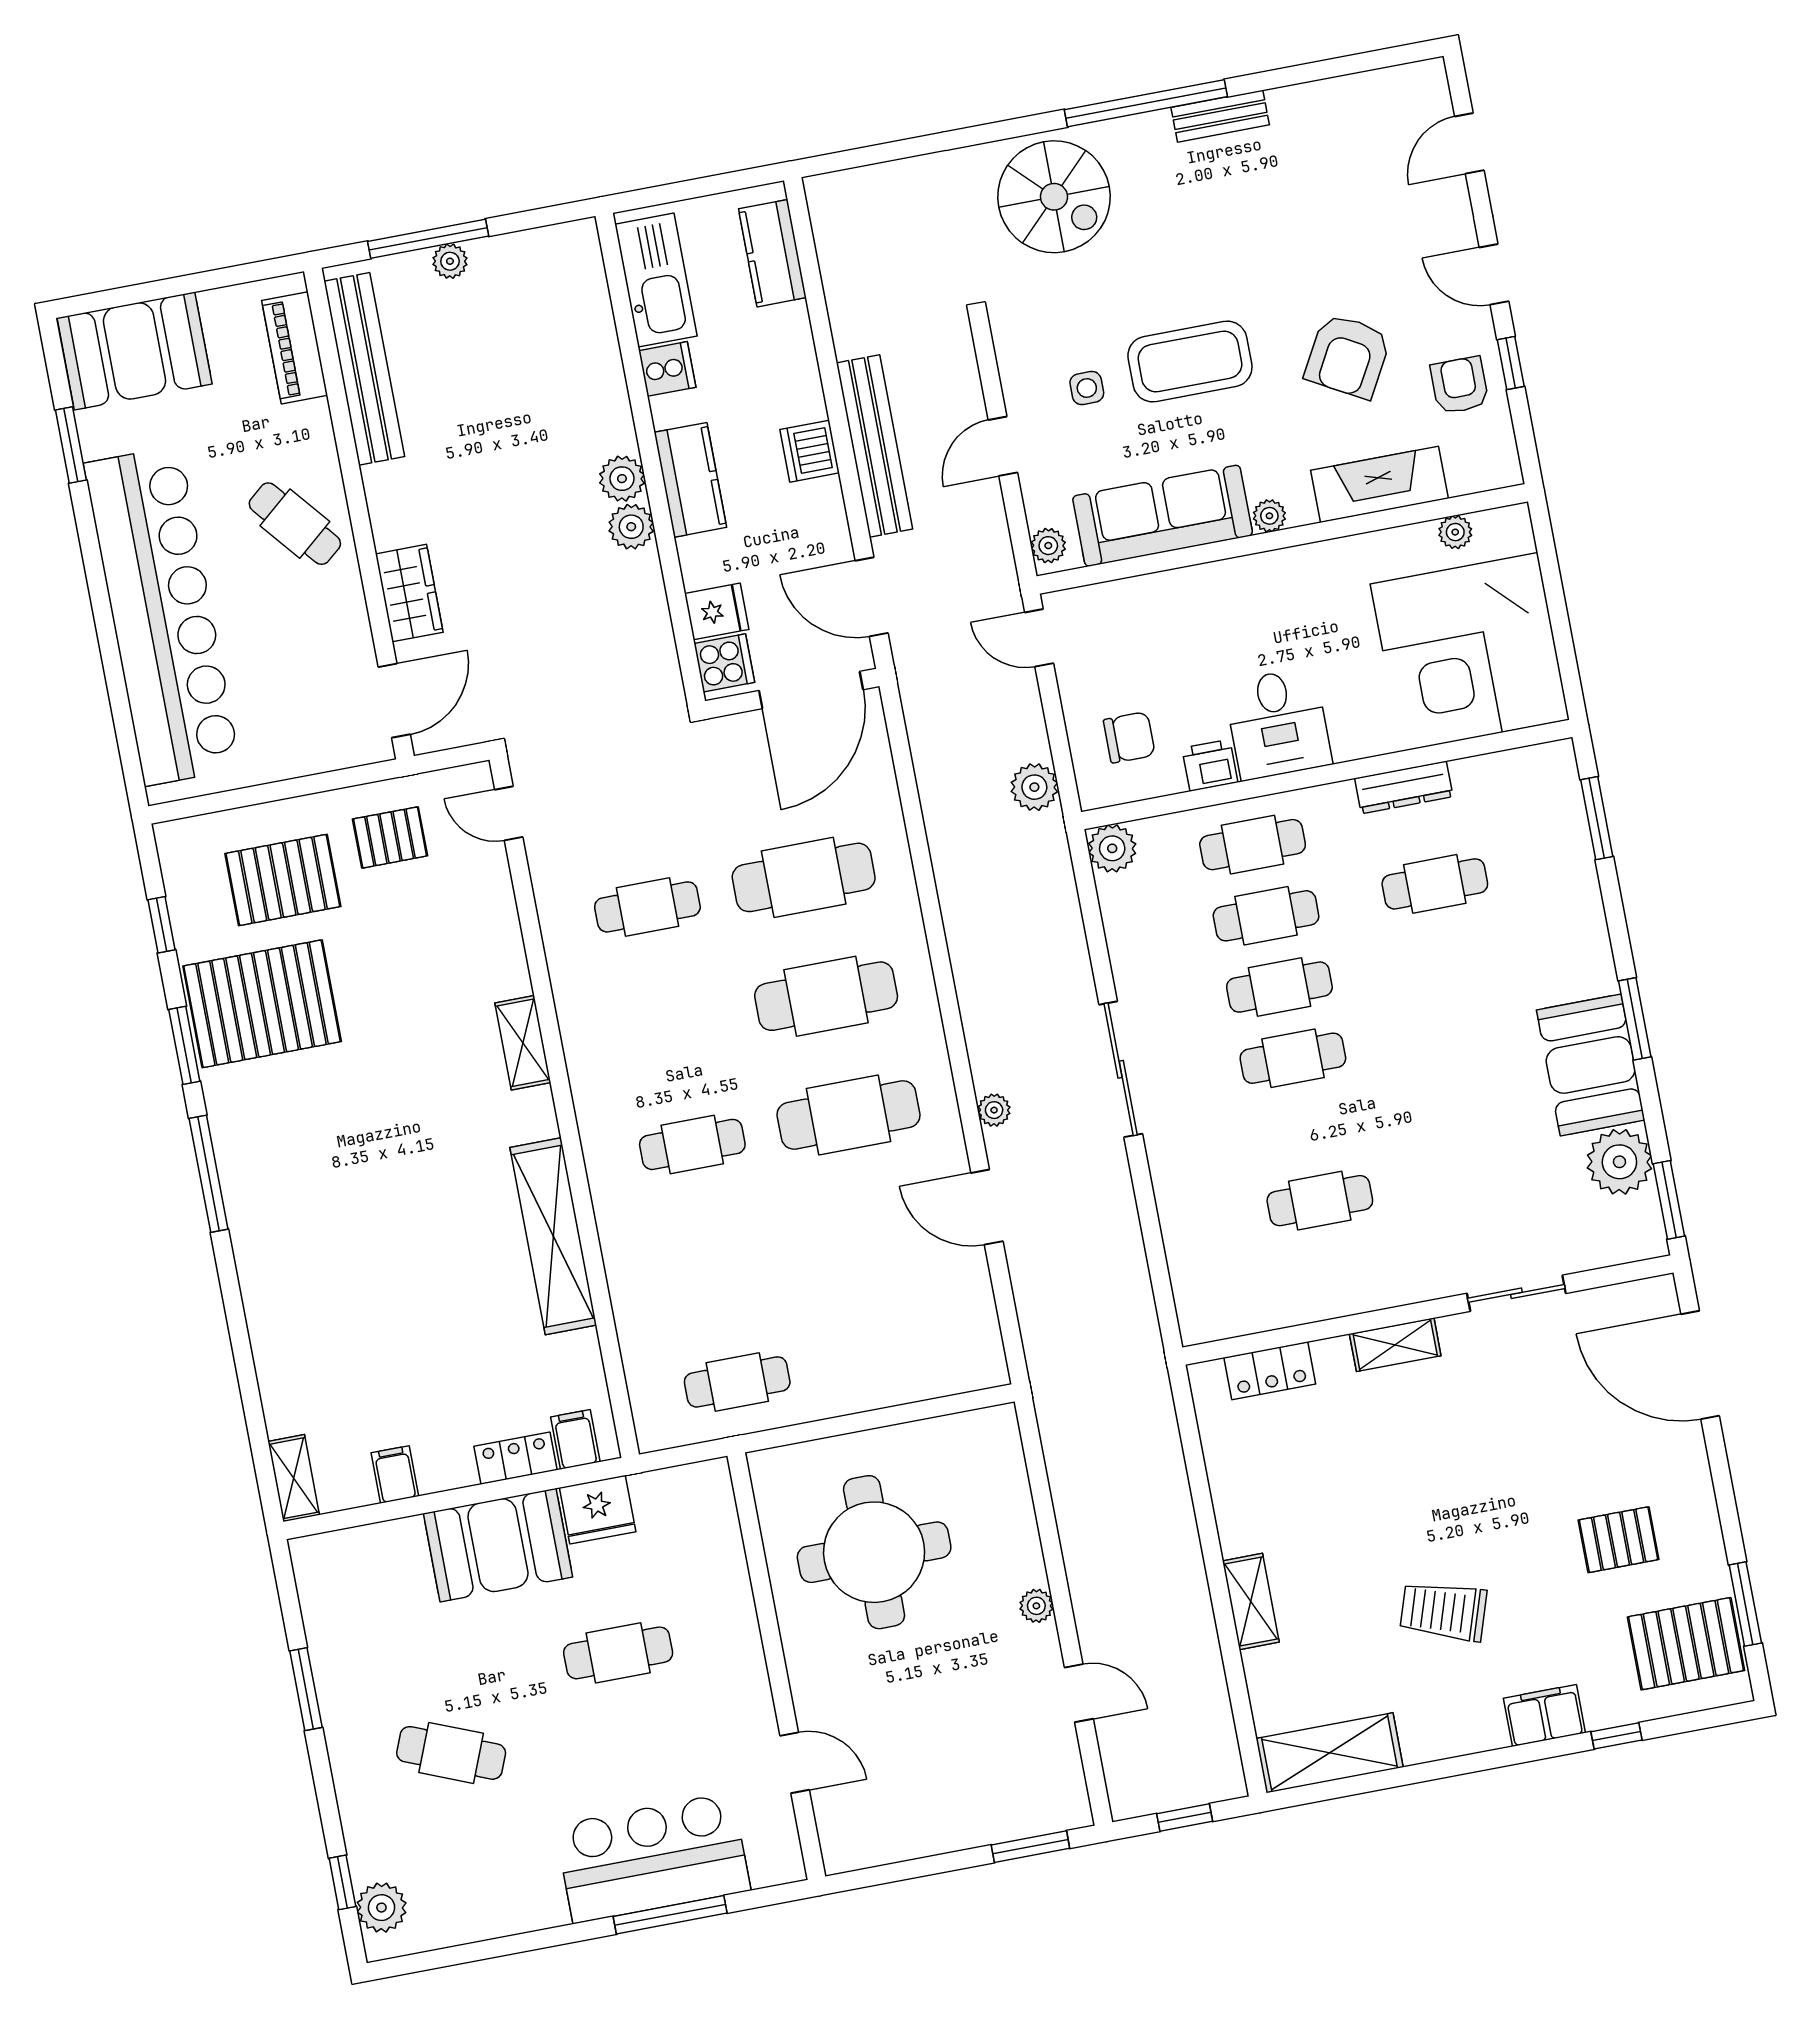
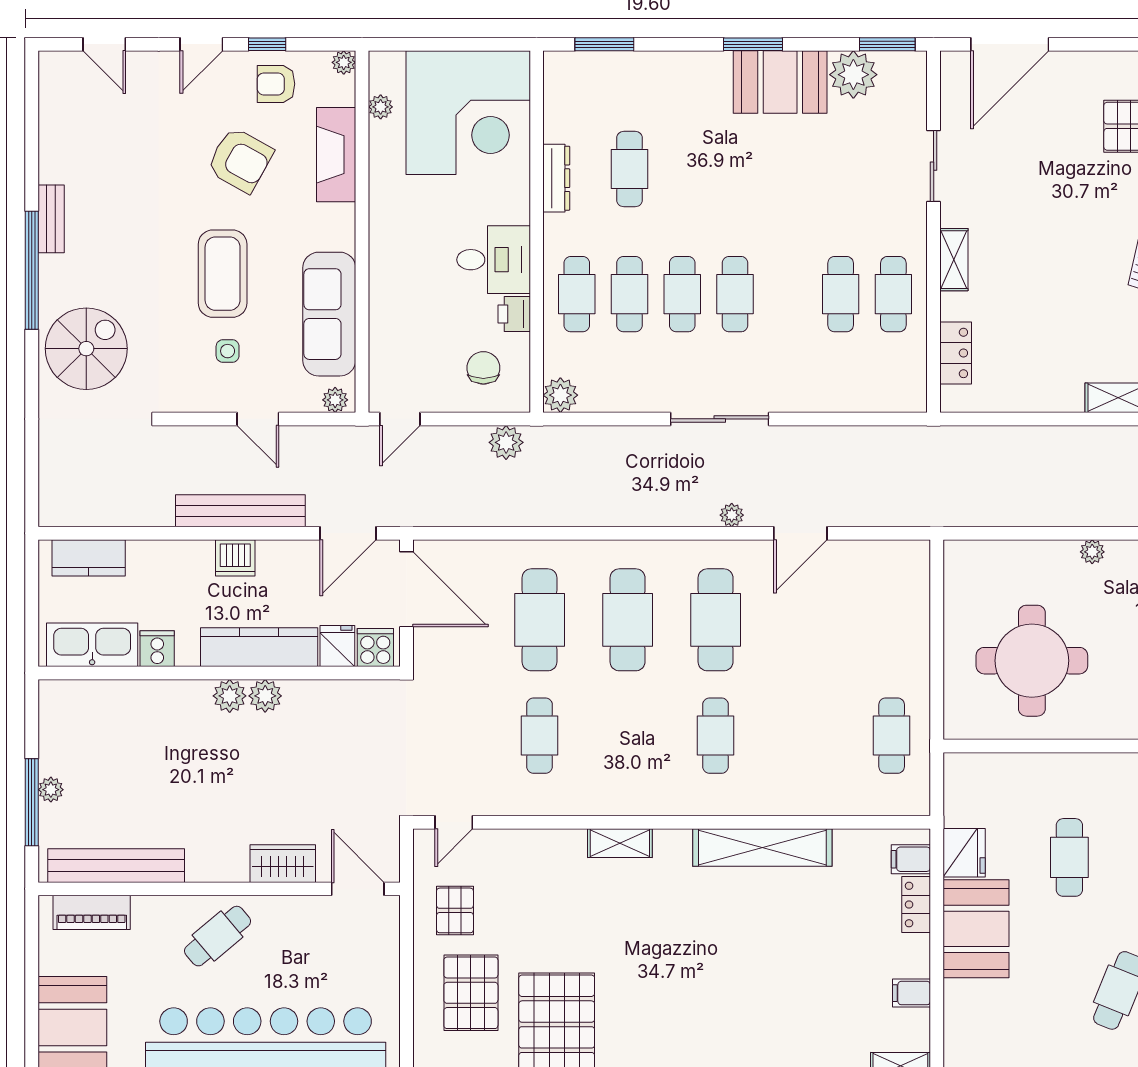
kitchen counter: (690, 480) -> (259, 647), width x1.50
plant: (1269, 516) -> (344, 62), moved
cafe table: (1333, 1272) -> (893, 294), added

